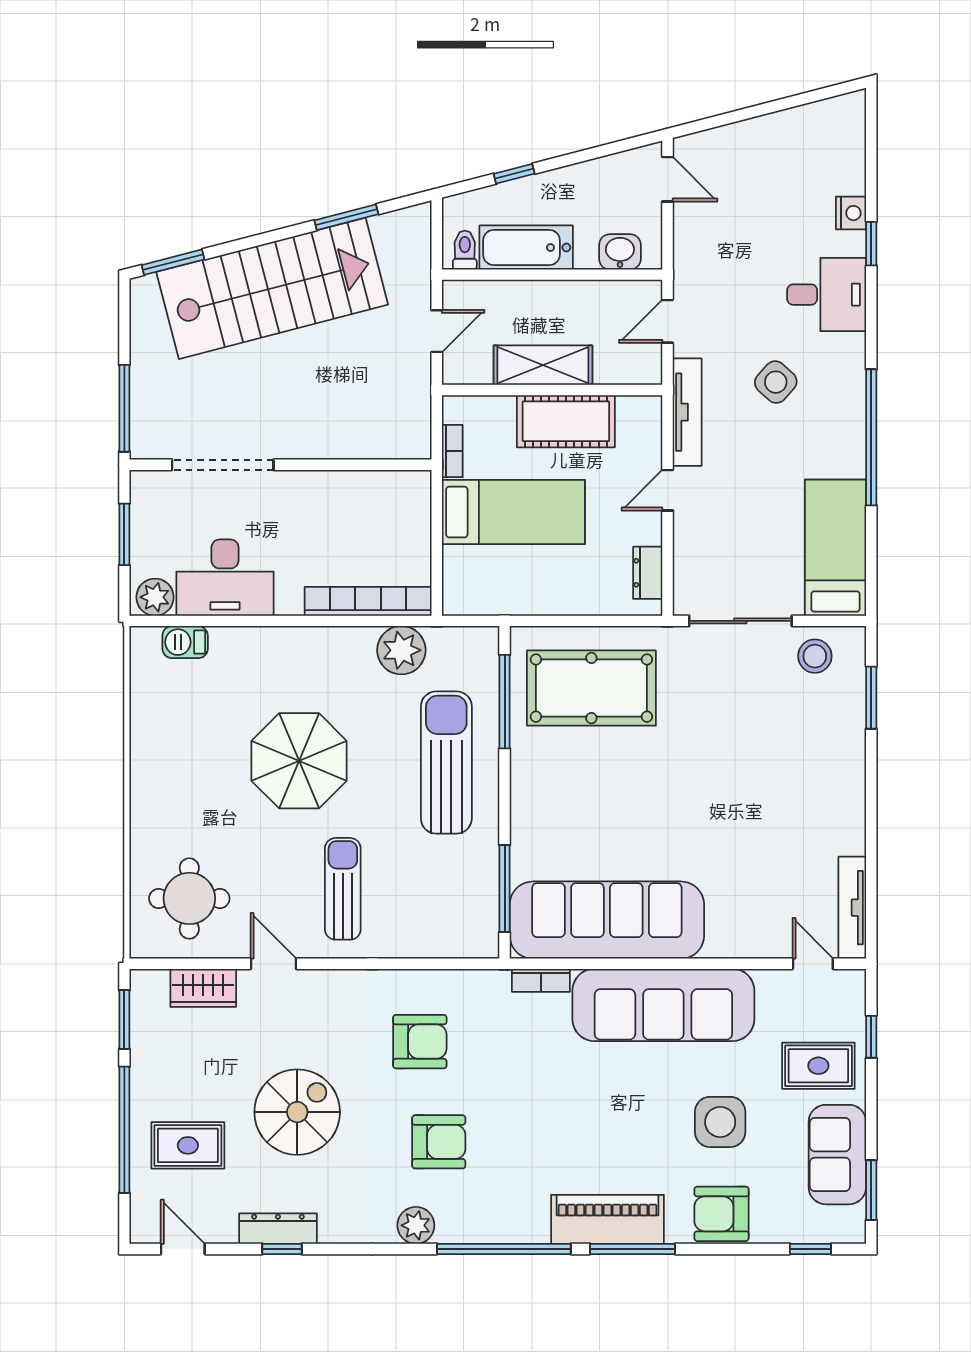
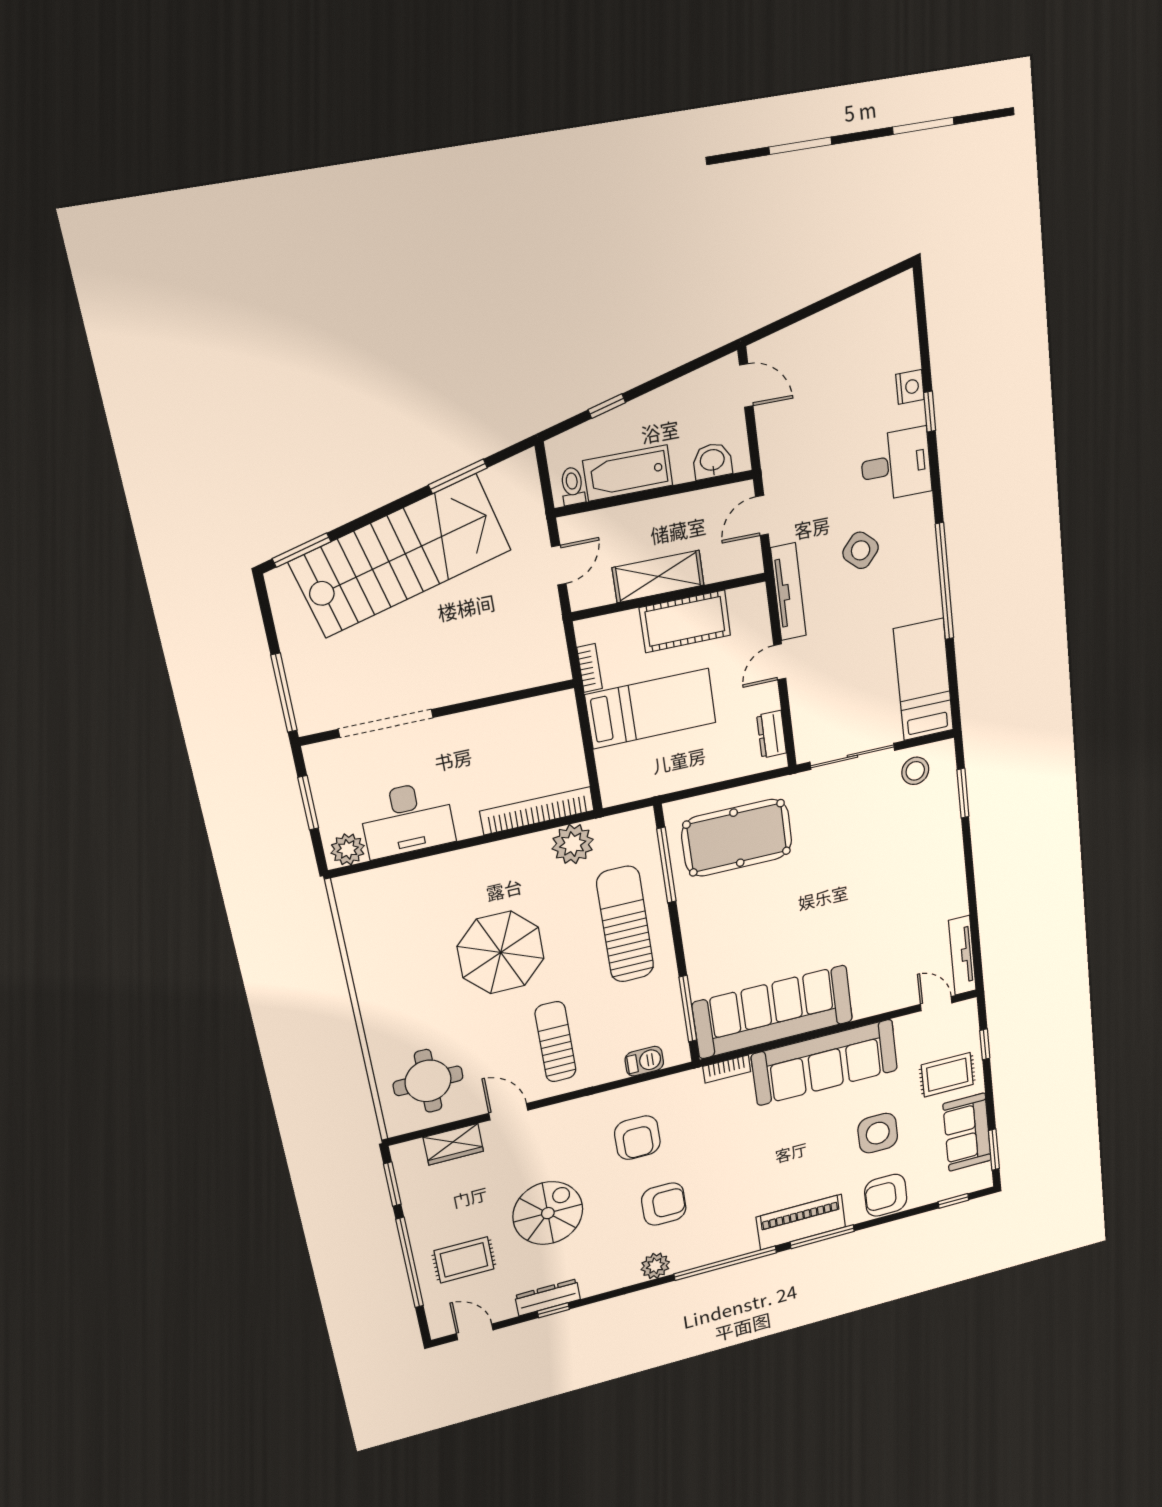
barbecue: (185, 642) -> (644, 1061), moved, turned 180
armchair: (420, 1042) -> (637, 1138), turned 90

